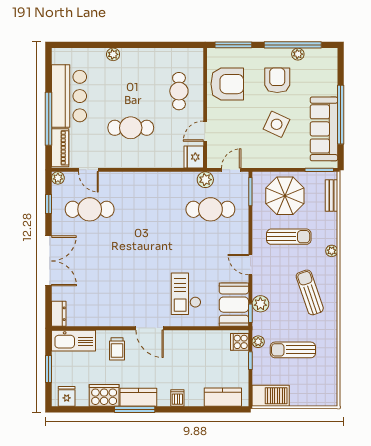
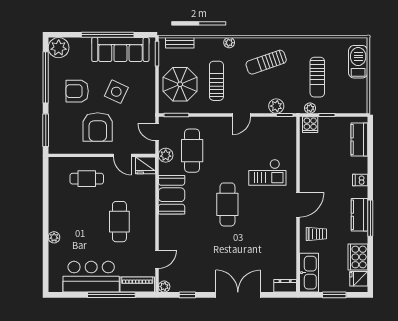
plant: (298, 54) -> (59, 48), moved, width x1.87, depth x1.87
armchair: (227, 84) -> (98, 127), moved, turned 180
cafe table: (90, 209) -> (227, 204), moved
booth: (234, 305) -> (172, 195), moved, turned 90
cooker: (104, 395) -> (358, 257), moved
barbecue: (271, 396) -> (358, 62), moved

